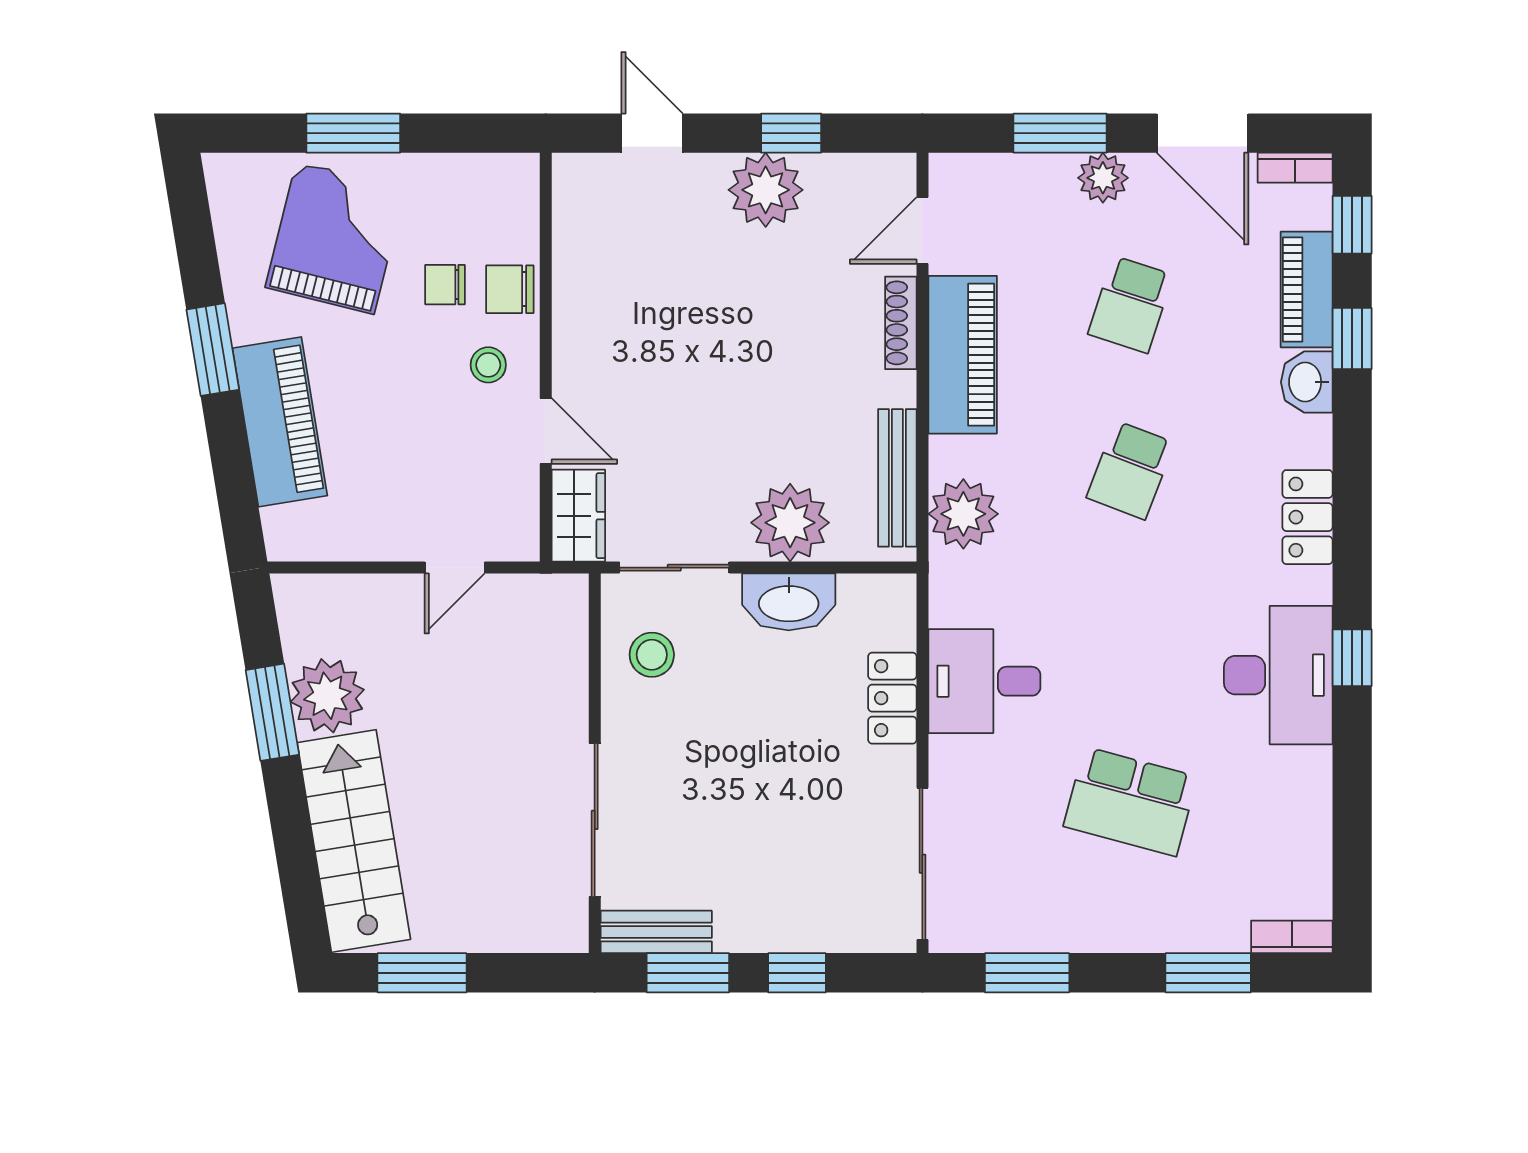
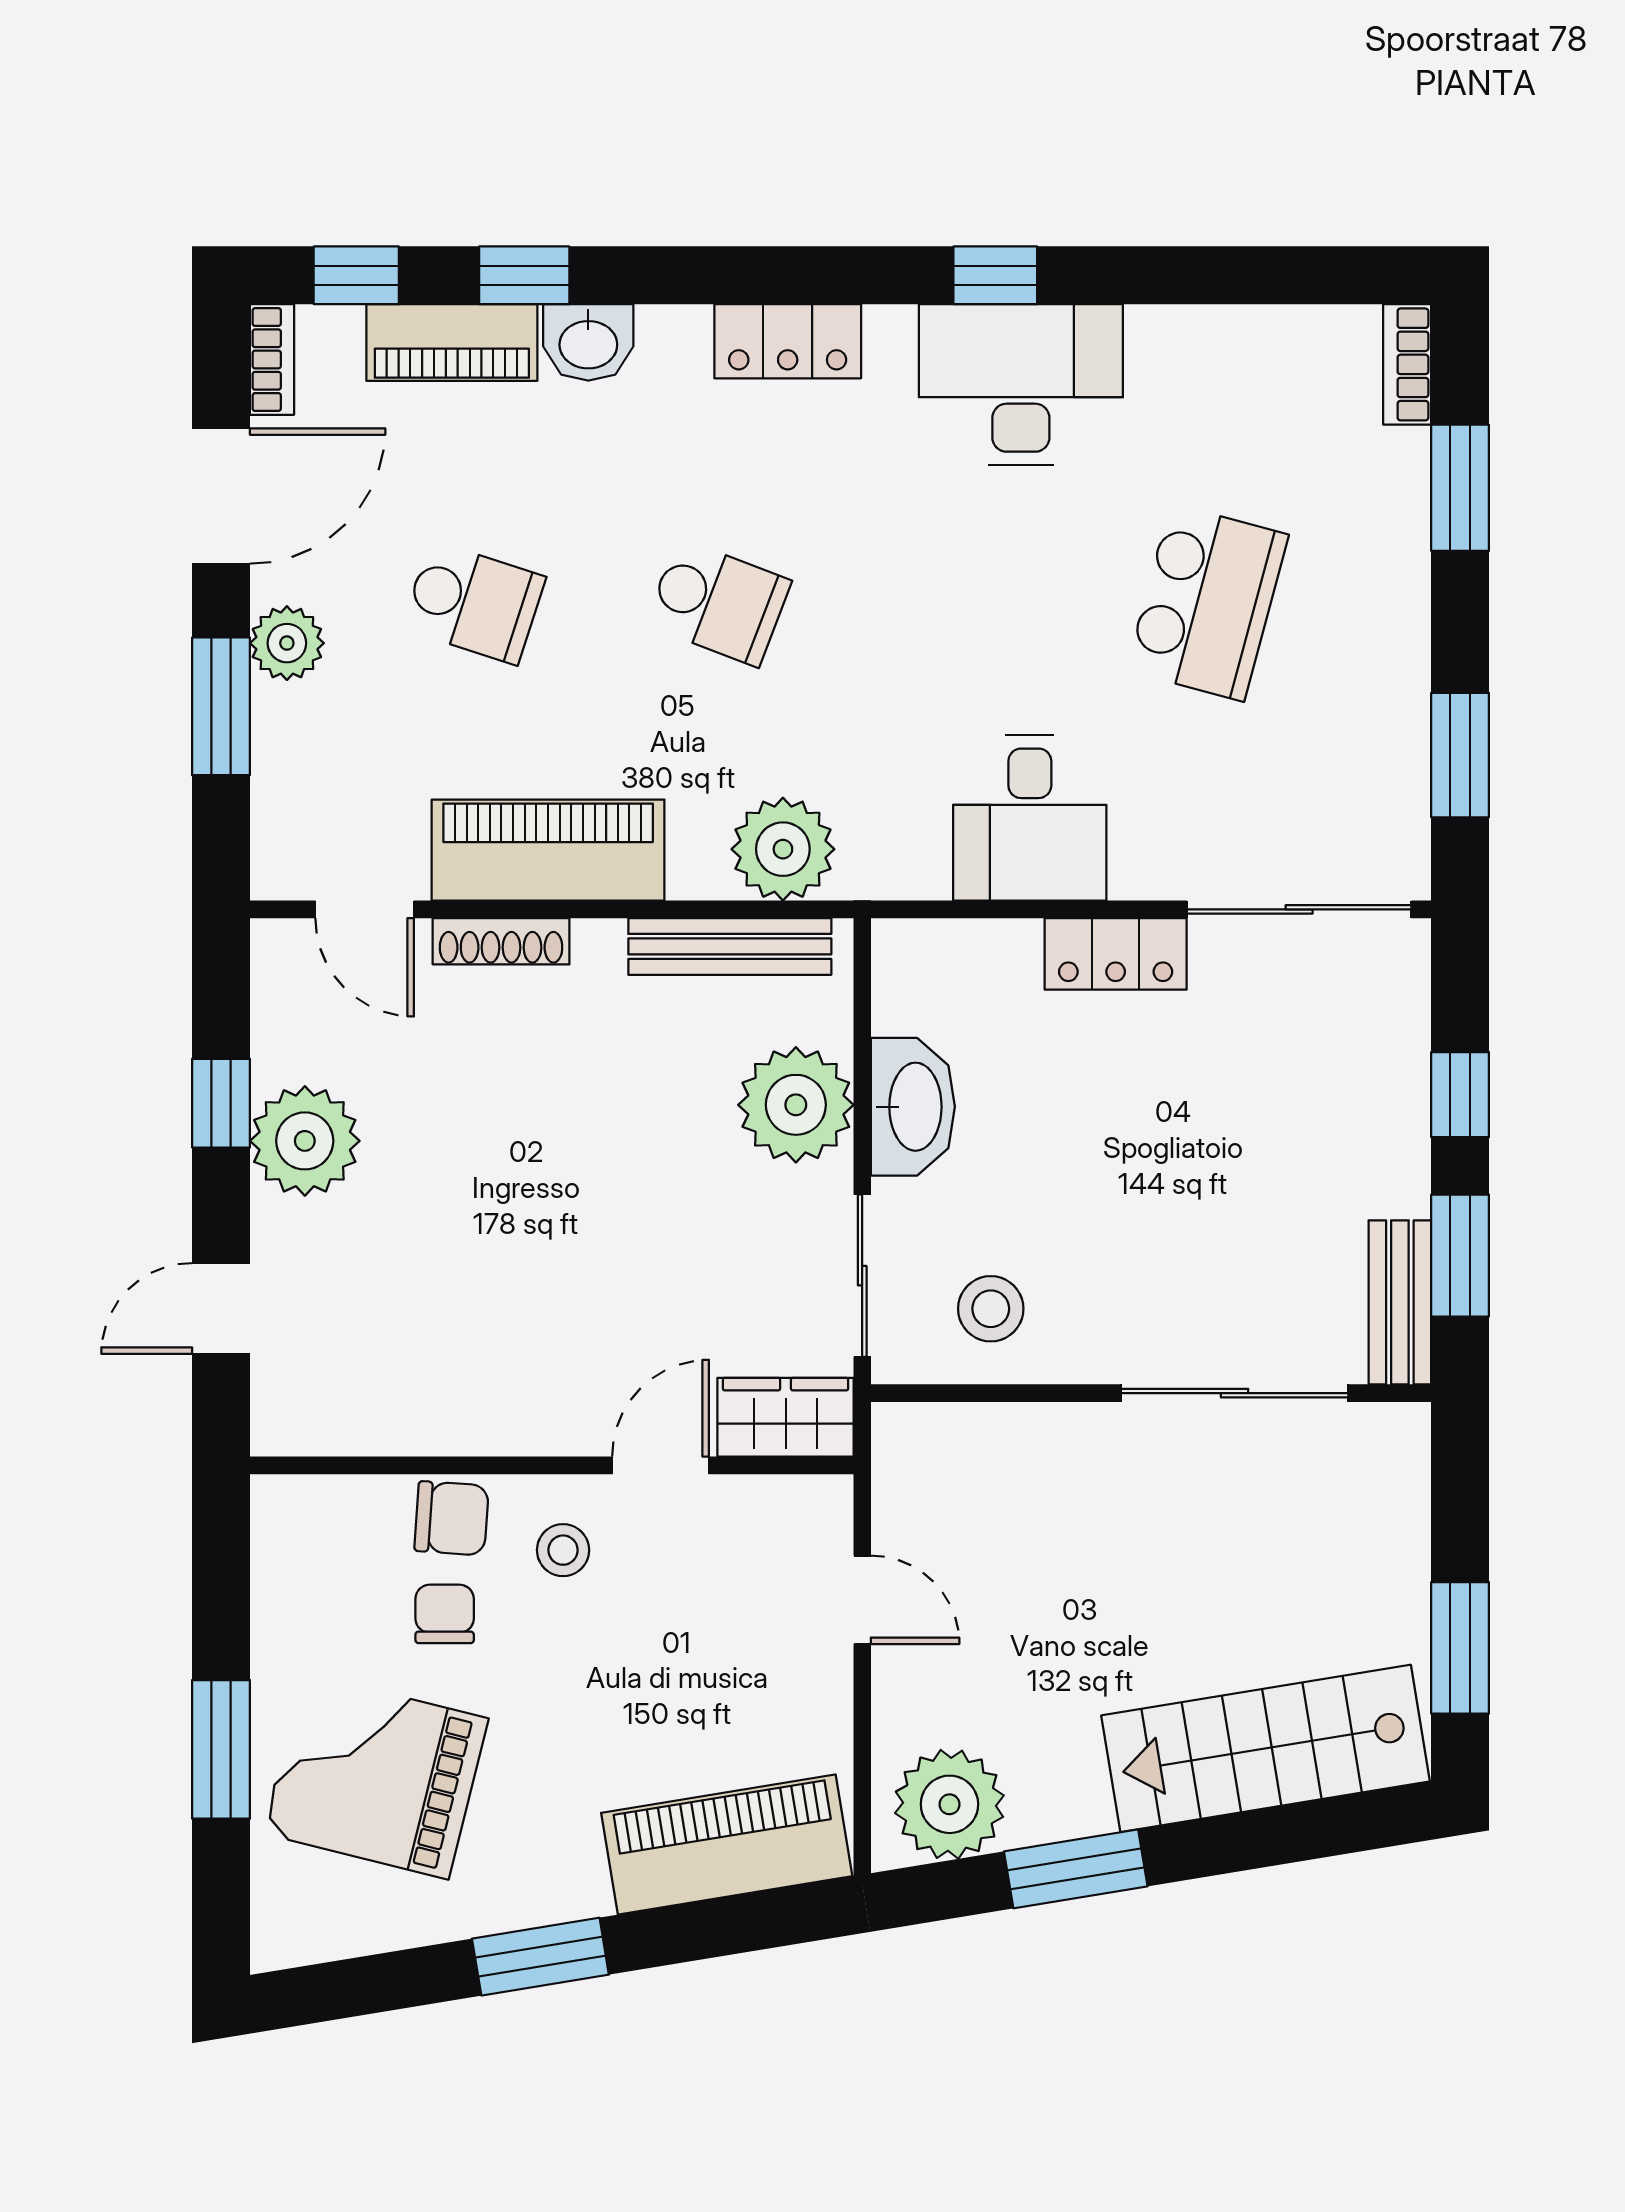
chair: (445, 285) -> (445, 1614), turned 180
chair: (510, 289) -> (451, 1518), turned -86
piano: (280, 422) -> (727, 1845), moved
plant: (327, 696) -> (949, 1804), moved
locker: (892, 698) -> (1116, 954), moved

